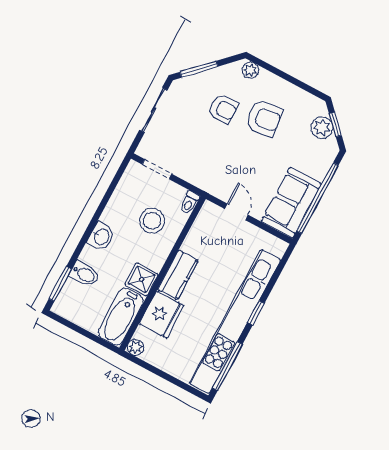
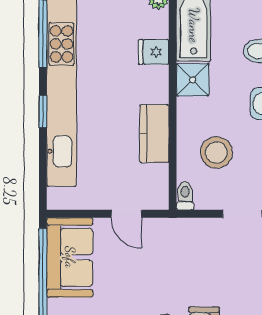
kitchen counter: (178, 275) -> (154, 134), moved
fridge: (162, 315) -> (154, 52), width x0.53, depth x0.75

